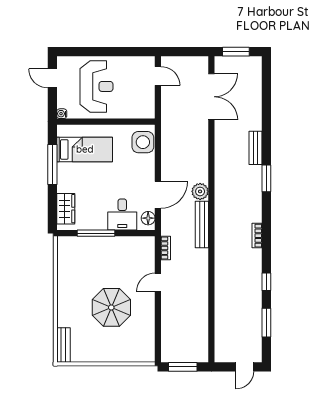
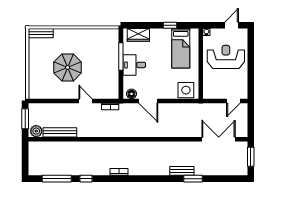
reception desk: (97, 86) -> (226, 57), turned 180
double door: (211, 97) -> (219, 139), swing flipped
window: (52, 164) -> (170, 25), width x0.46
window: (266, 178) -> (193, 179), moved
plant: (200, 191) -> (36, 131), moved
desk: (122, 214) -> (134, 65), moved
bench: (202, 224) -> (60, 132), moved
window: (266, 323) -> (57, 179), width x1.44
door: (245, 367) -> (25, 163), removed

